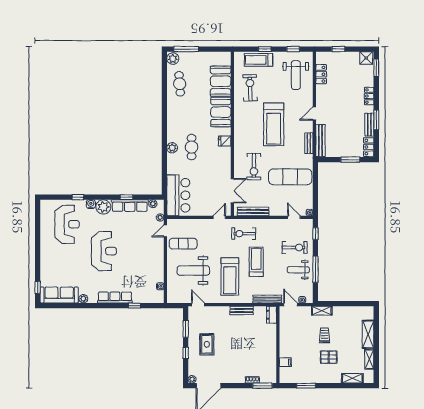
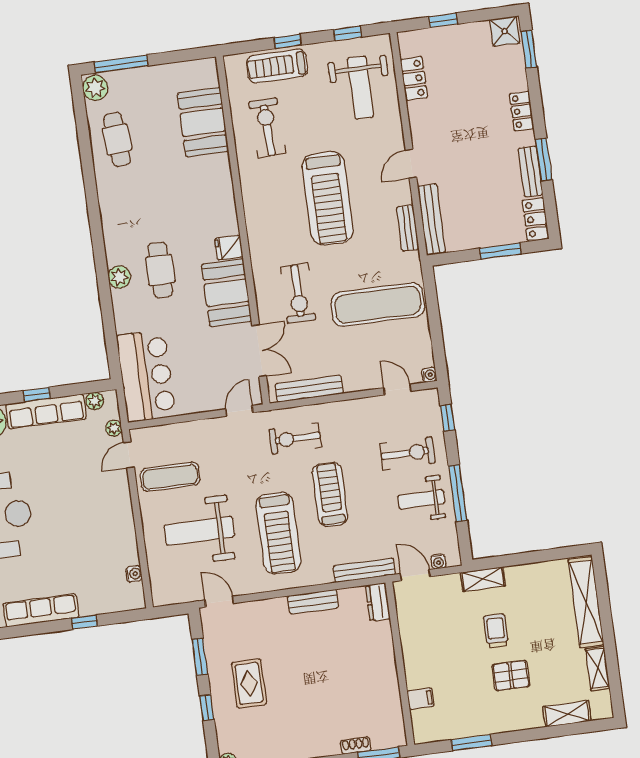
booth: (221, 112) -> (227, 293), moved
shelving: (368, 334) -> (586, 602), width x1.47

